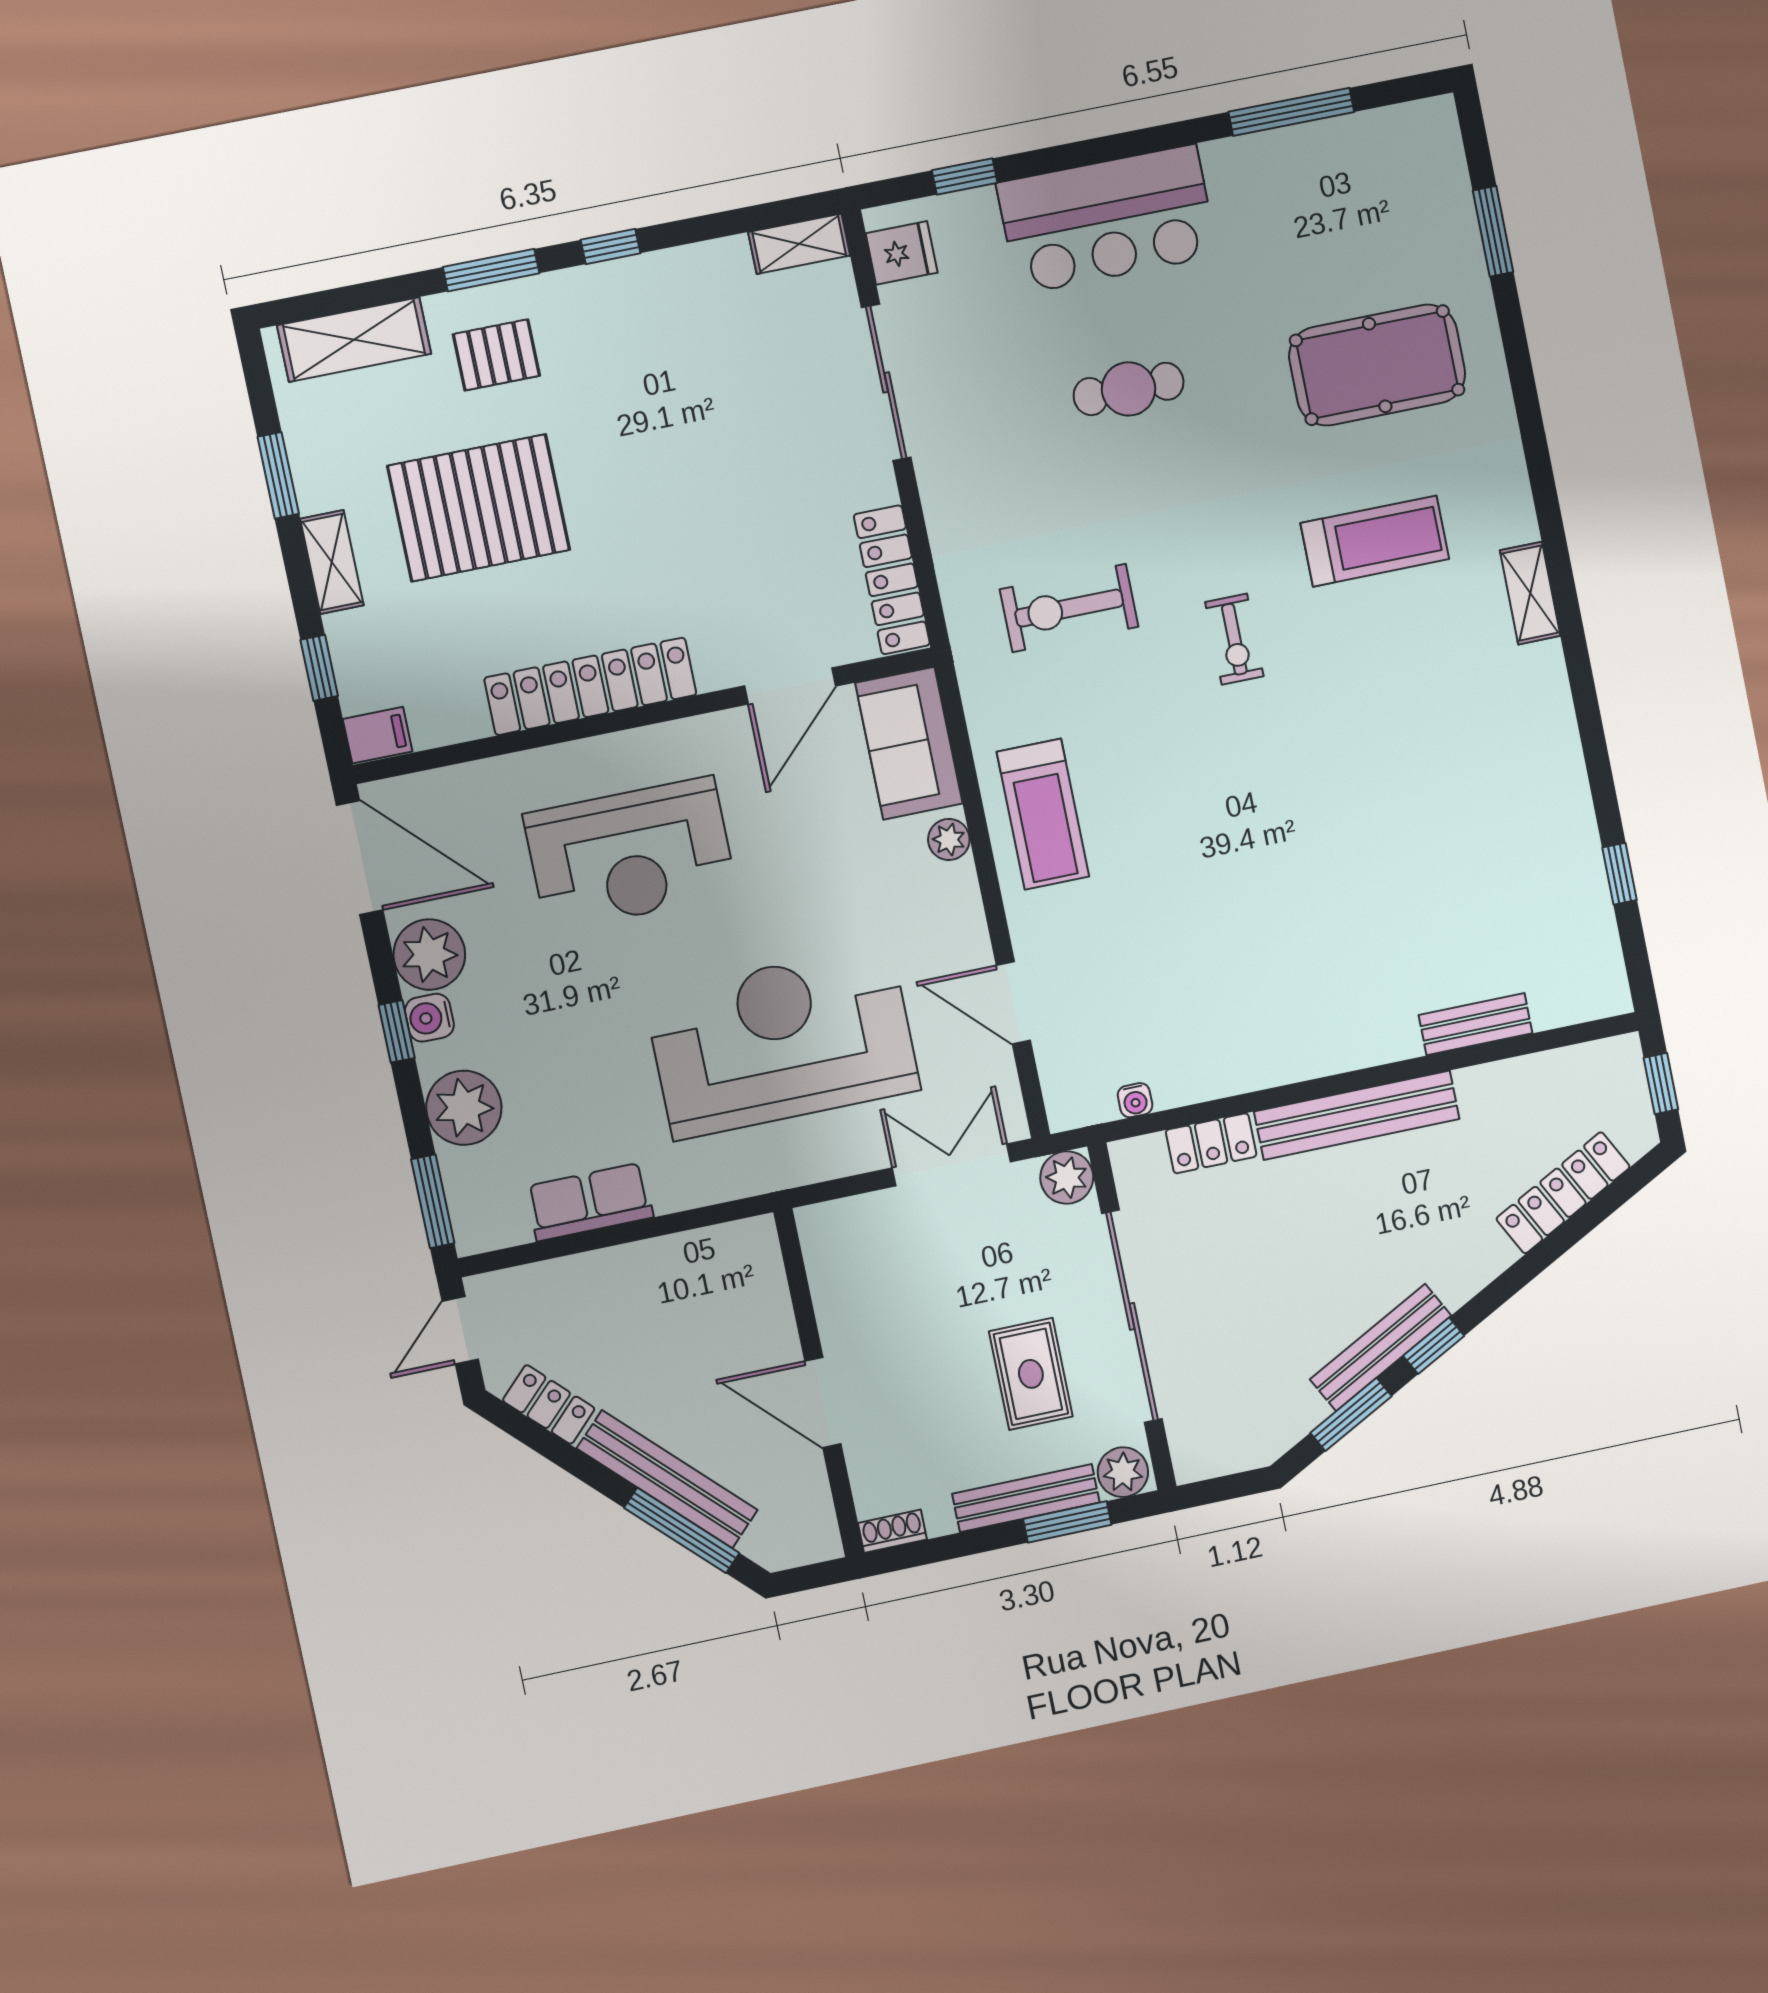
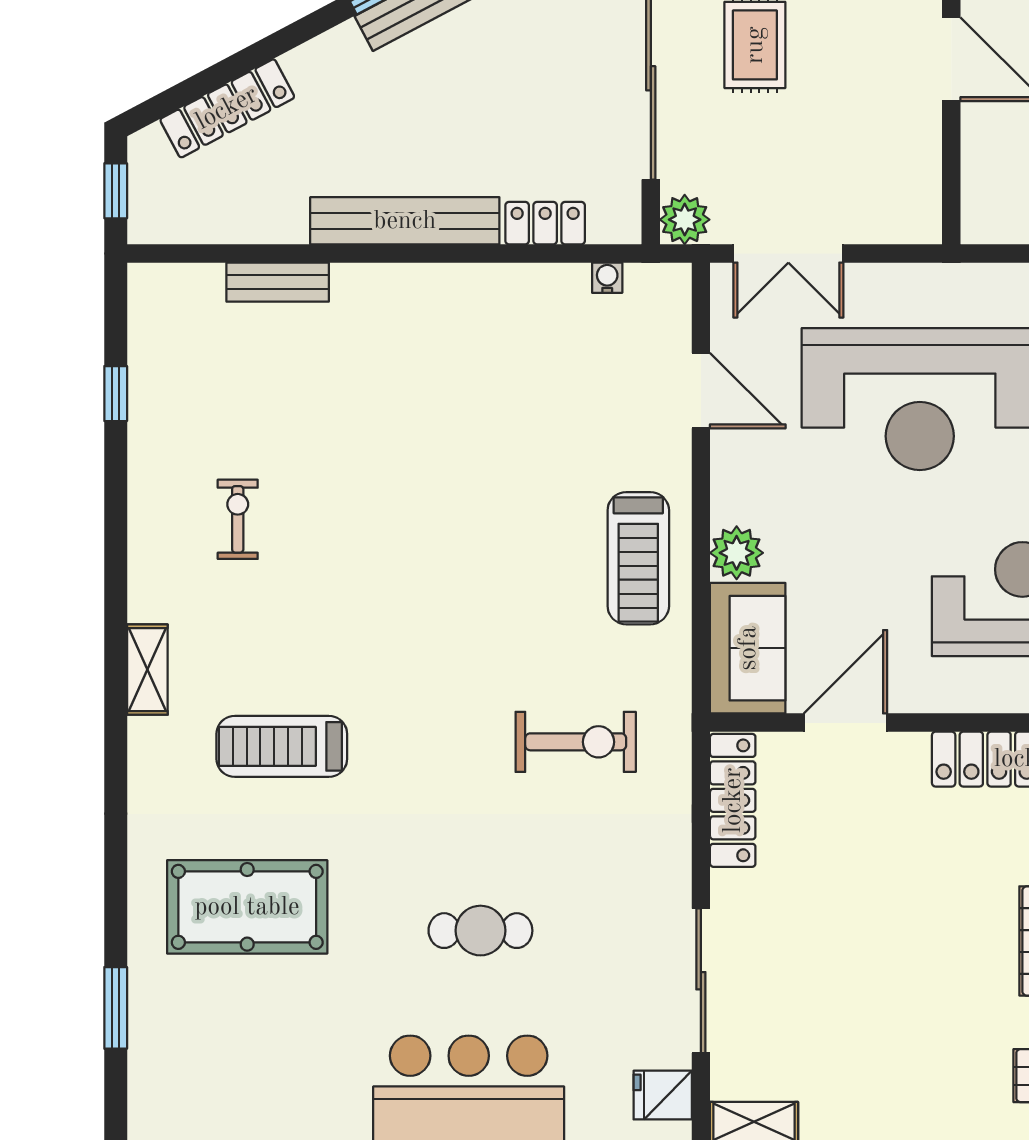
exercise bike: (1234, 639) -> (238, 519), moved
treadmill: (1043, 814) -> (638, 558), turned 180
plant: (949, 839) -> (737, 553), width x1.38, depth x1.38

